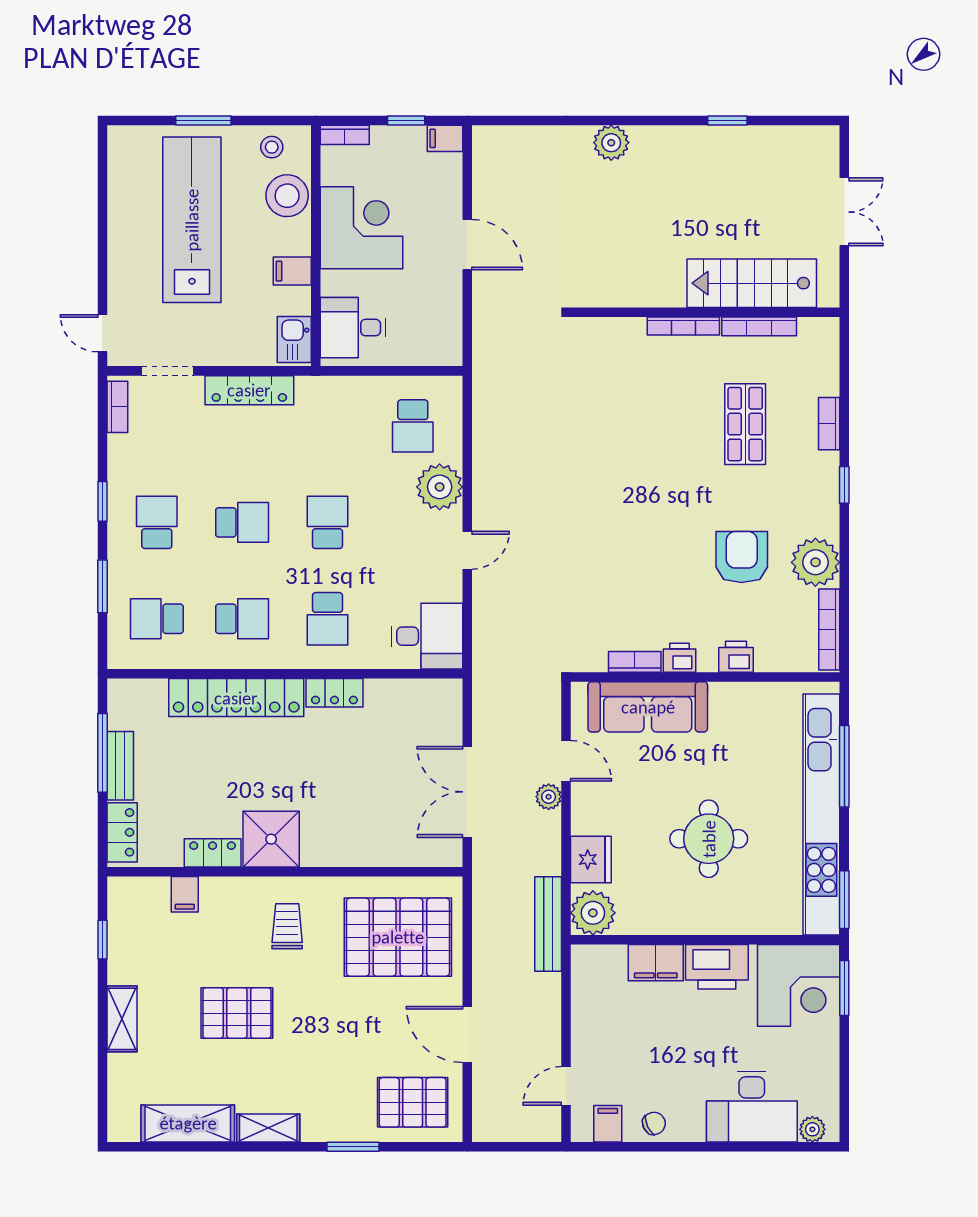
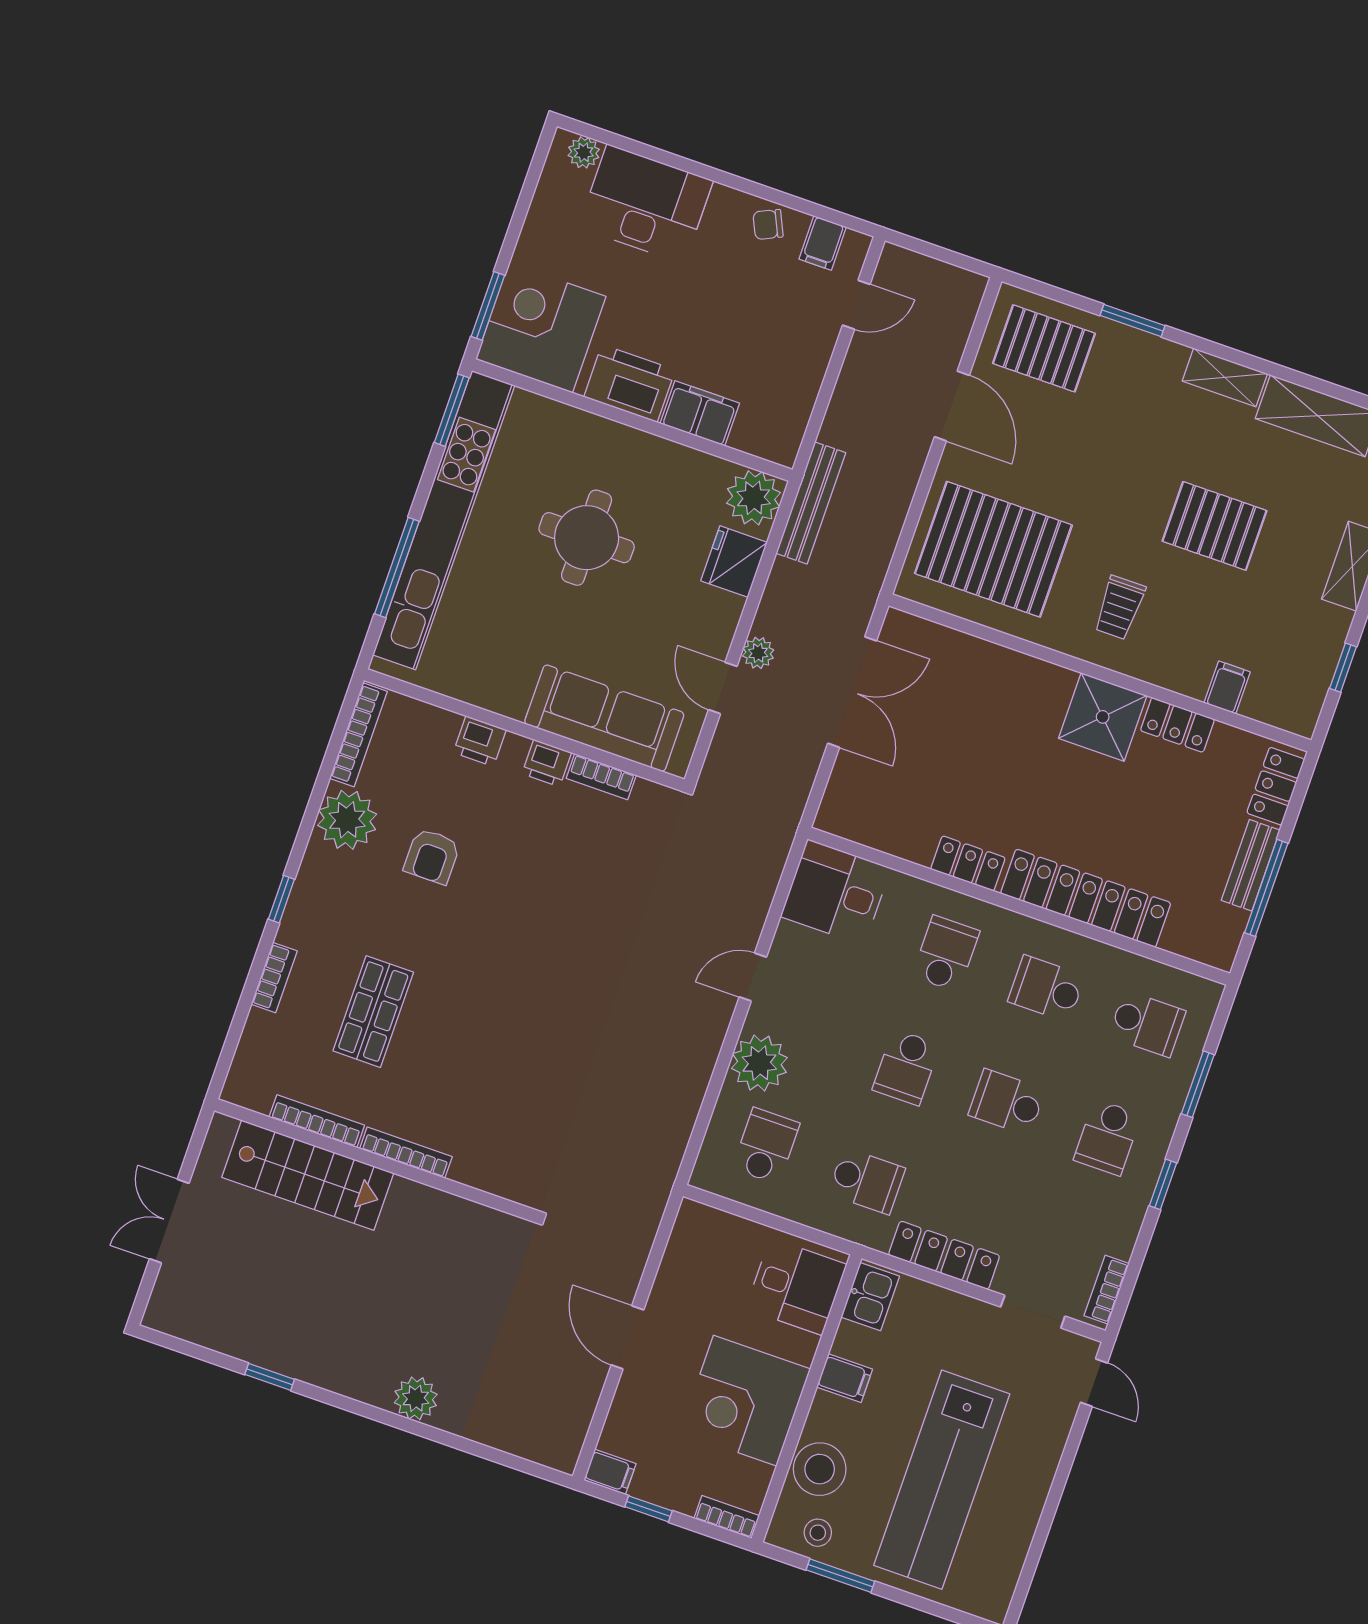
window: (203, 120) -> (840, 1576), moved
school desk: (327, 426) -> (867, 1181), added
armchair: (742, 557) -> (432, 856), width x0.72, depth x0.72

